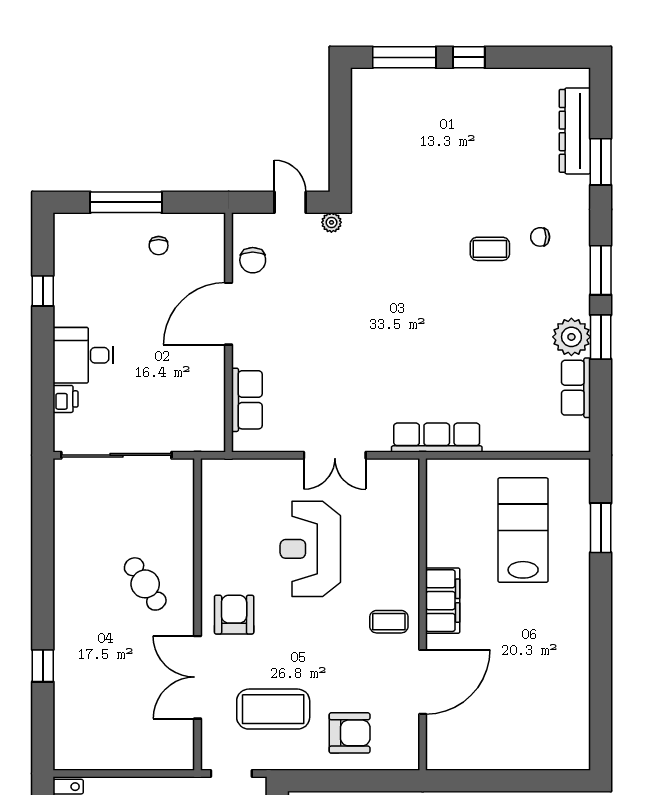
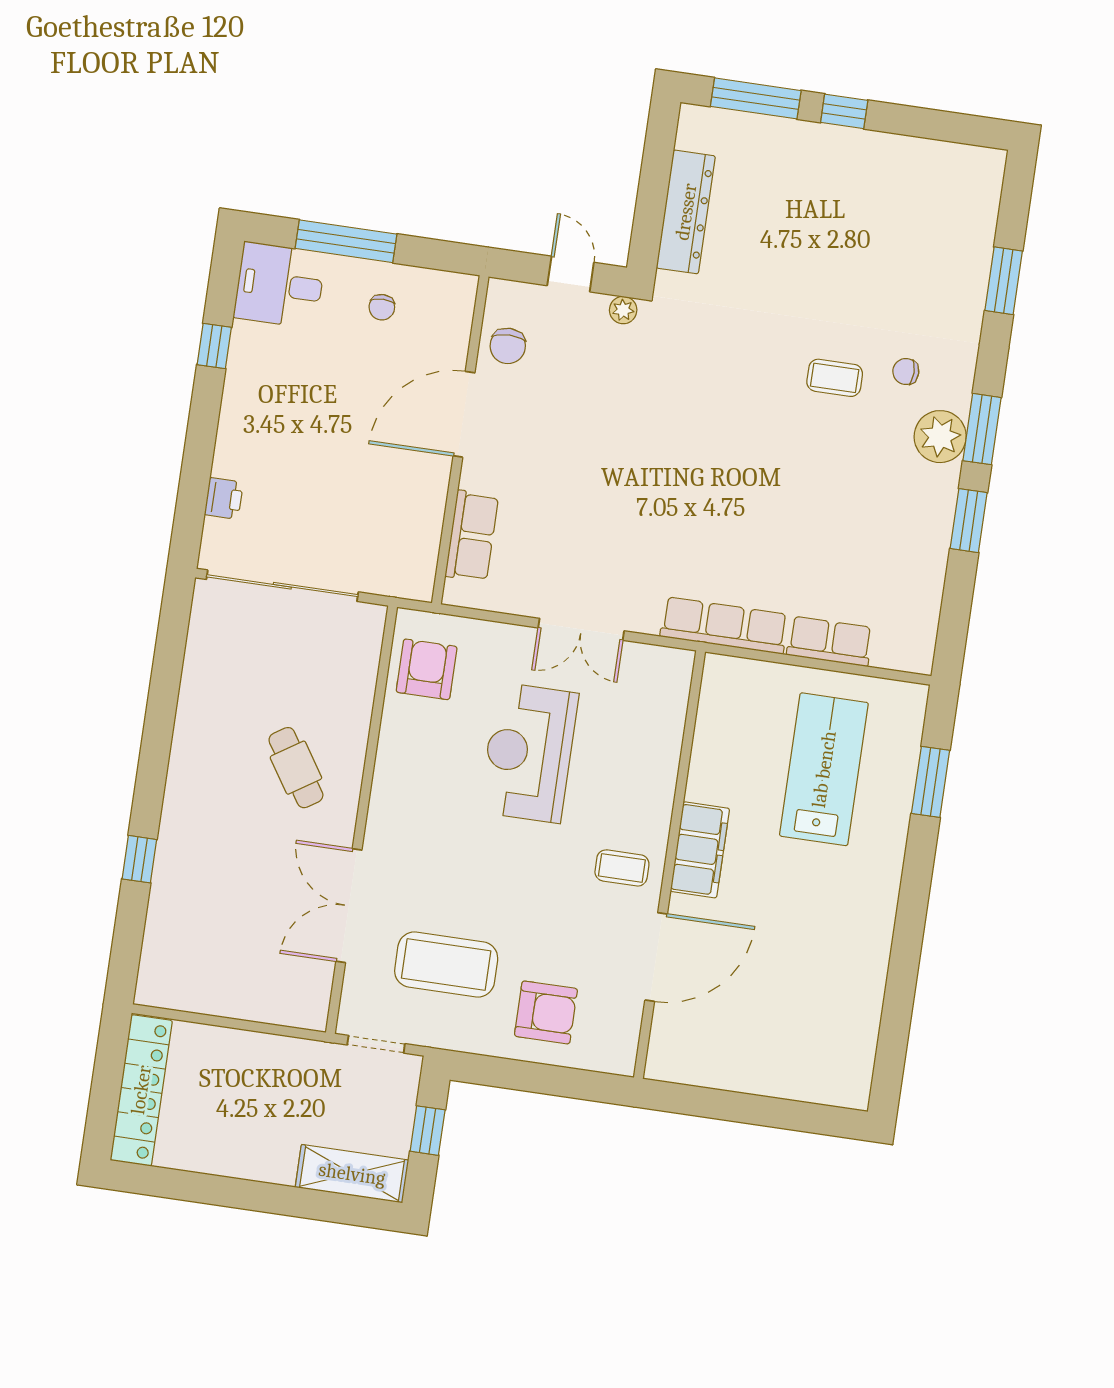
dresser: (575, 131) -> (686, 212), moved, turned 180
plant: (571, 337) -> (940, 437), moved
desk: (83, 355) -> (280, 285), moved
row of seats: (576, 388) -> (830, 641), moved, turned 90
armchair: (234, 615) -> (427, 669), moved

